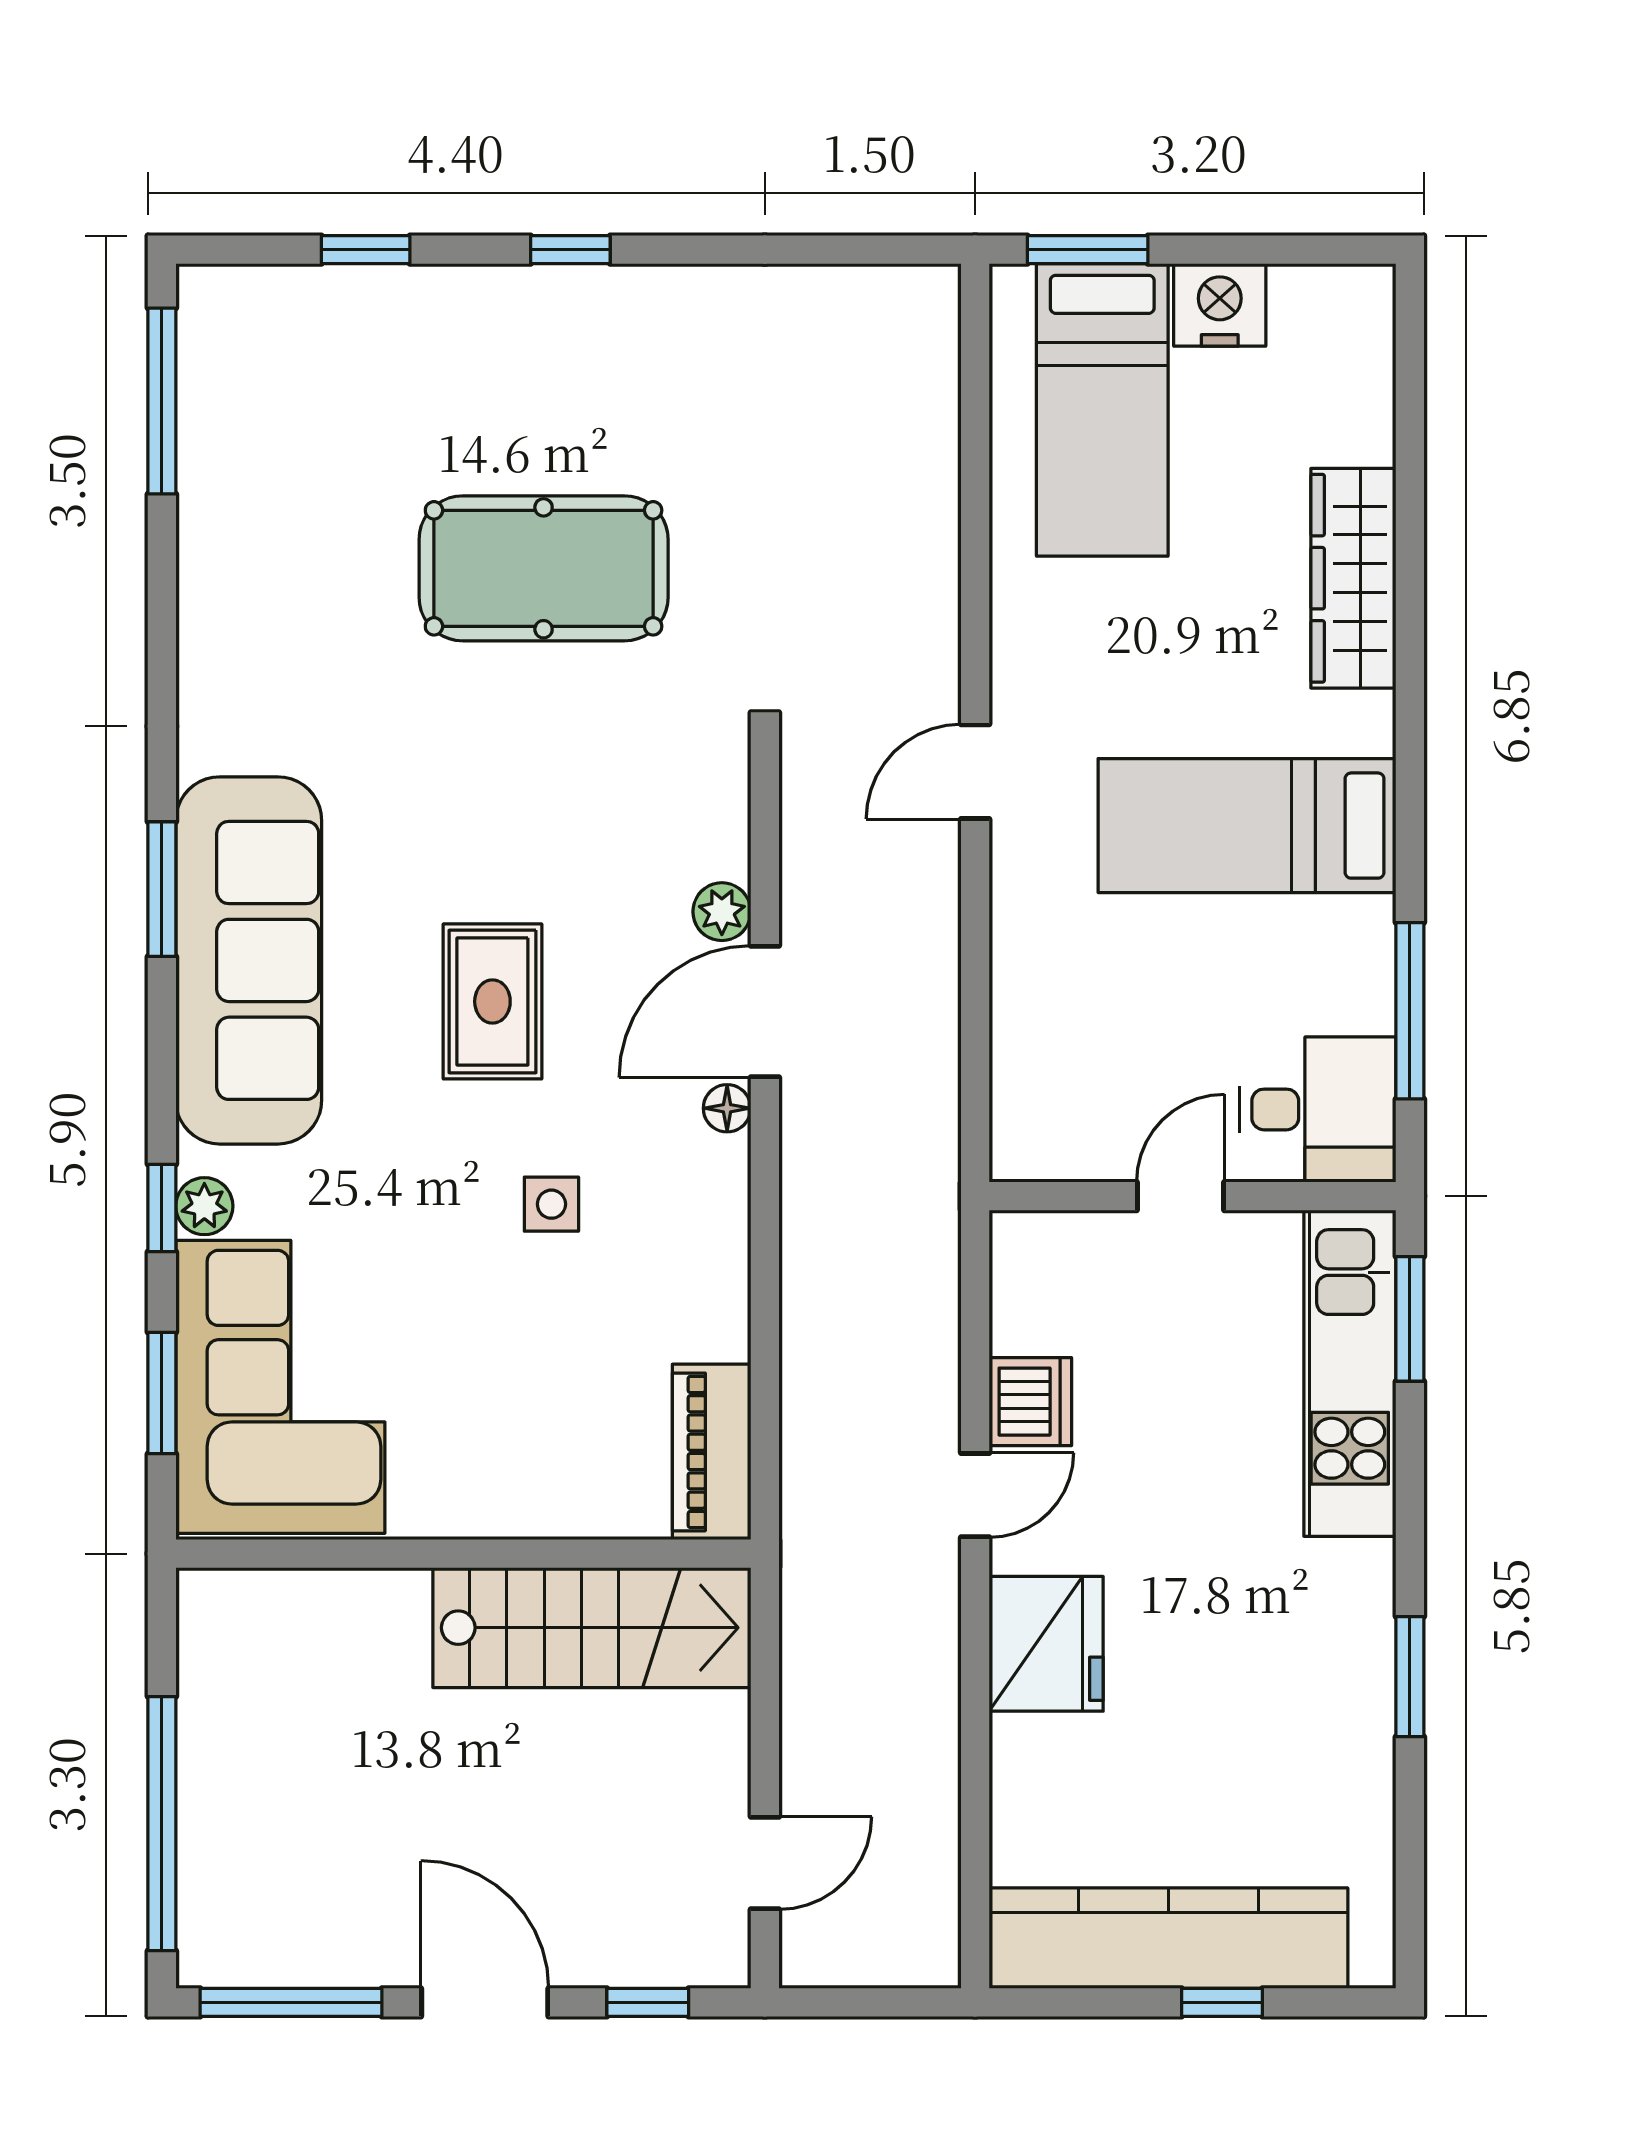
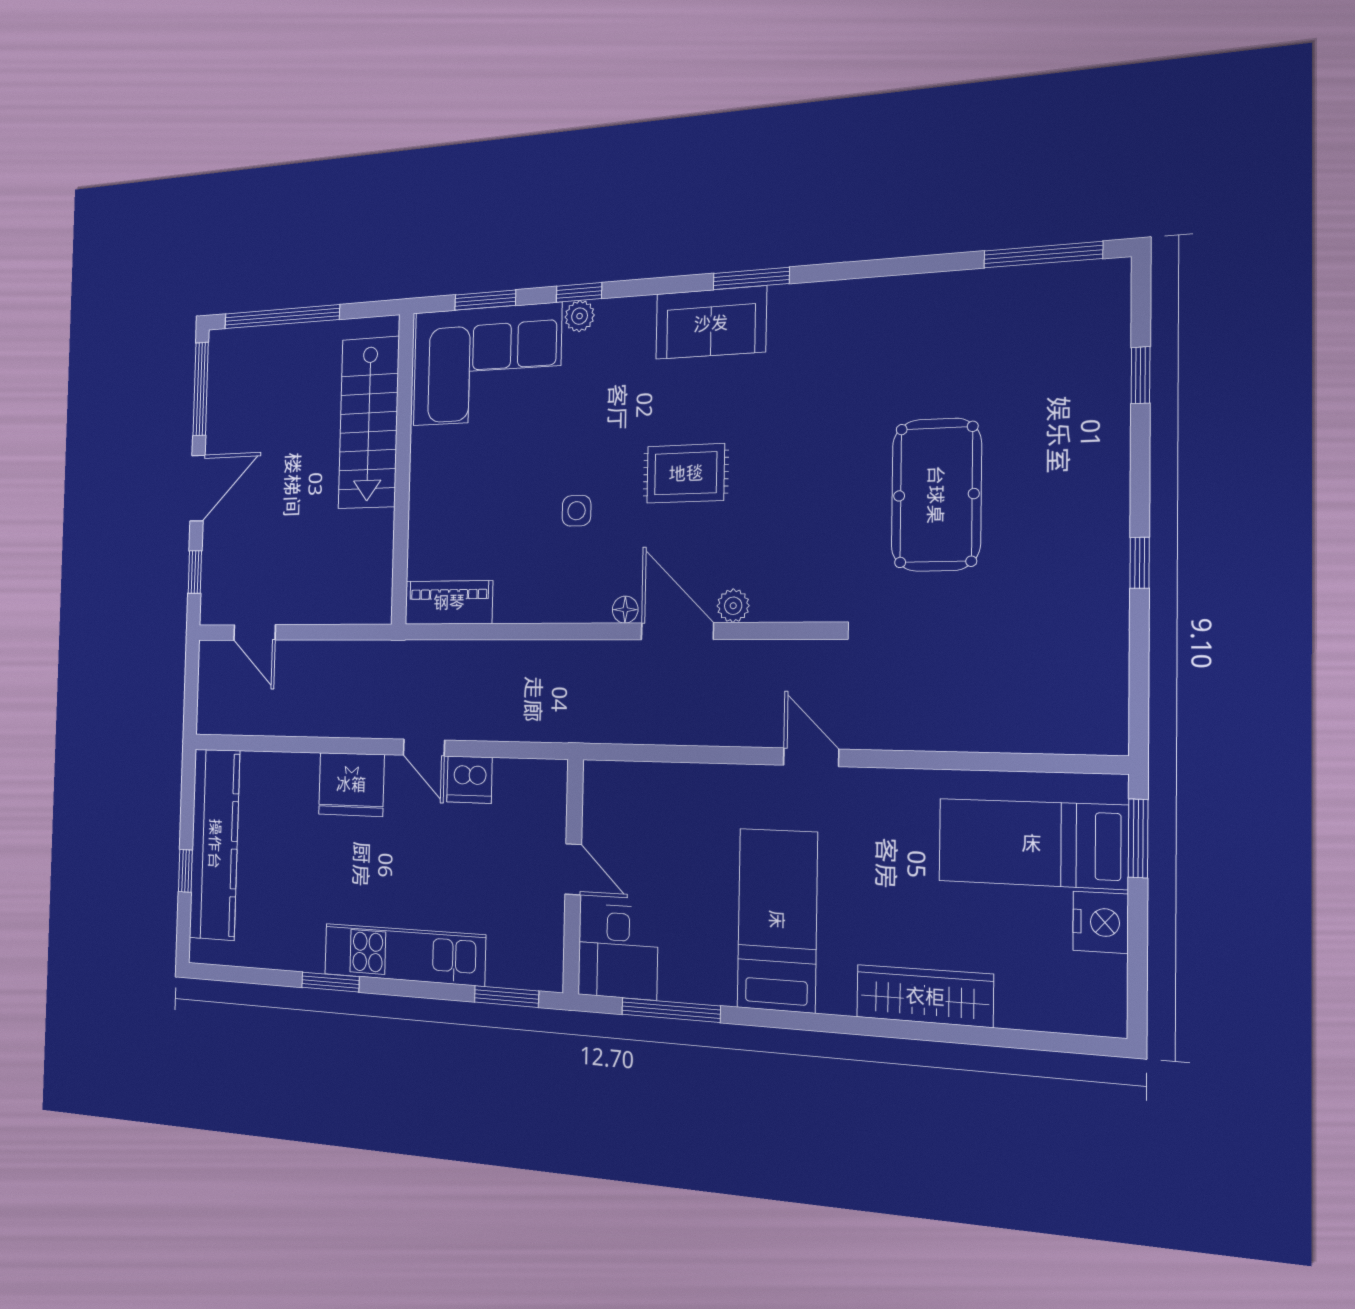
window: (570, 250) -> (1140, 563), moved
sofa: (249, 960) -> (711, 323), width x0.54, depth x0.79
kitchen unit: (1350, 1373) -> (404, 955), moved
stairs: (592, 1628) -> (369, 423), moved

